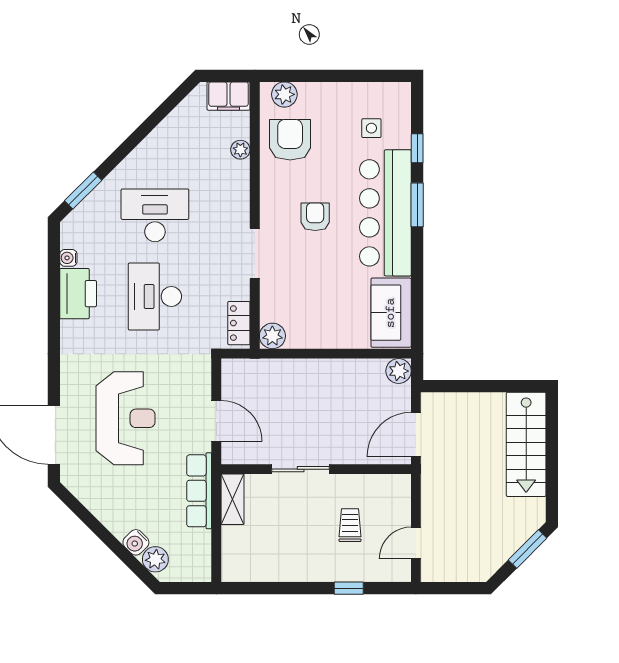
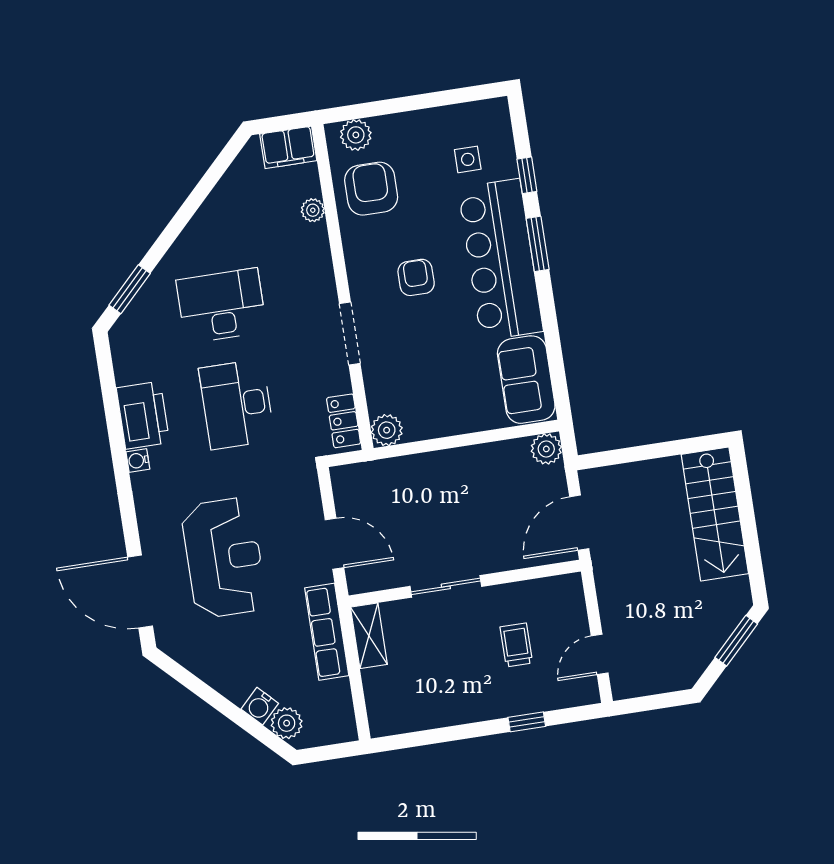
water cooler: (68, 258) -> (138, 461), moved

